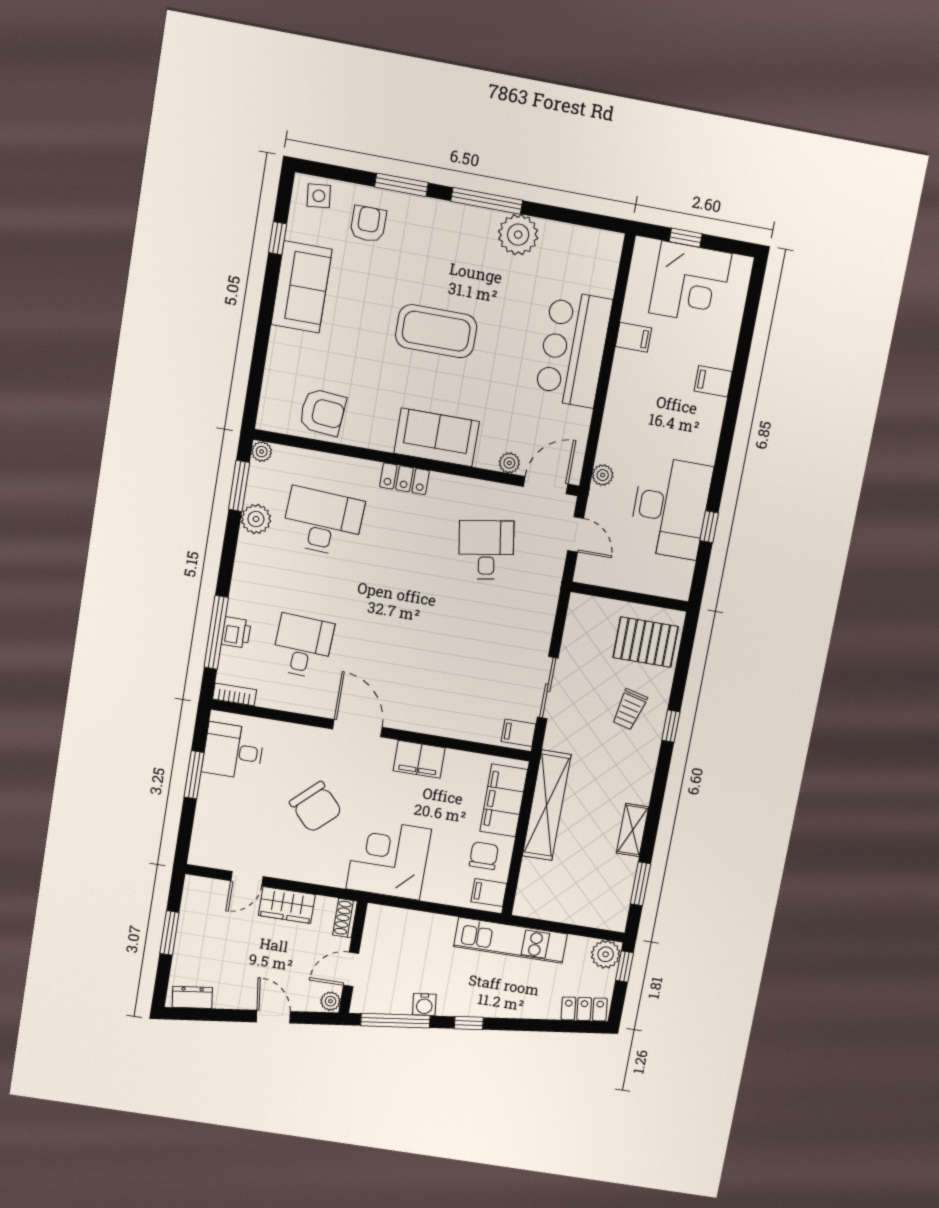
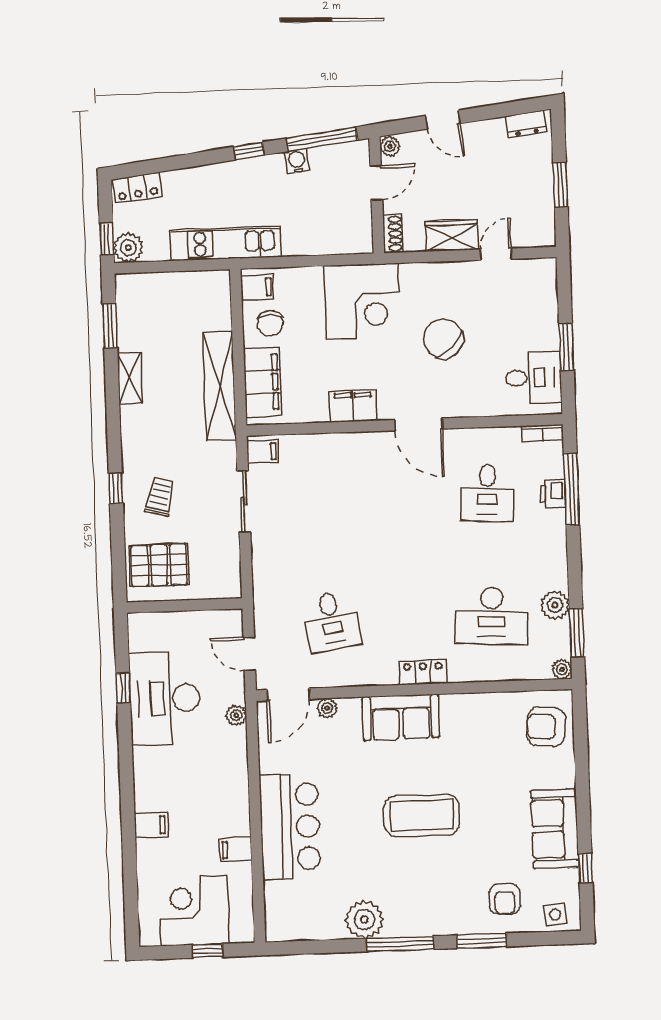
armchair: (322, 412) -> (546, 727), moved

